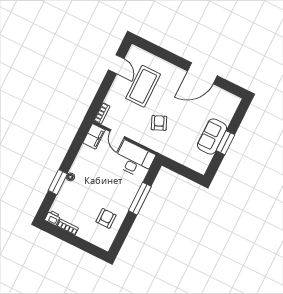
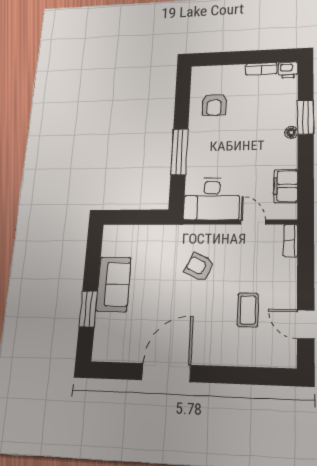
coffee table: (143, 86) -> (248, 310), width x0.54, depth x0.58
armchair: (159, 123) -> (199, 267), turned 138
filing cabinet: (94, 136) -> (286, 186), moved
window: (225, 143) -> (88, 309), moved

